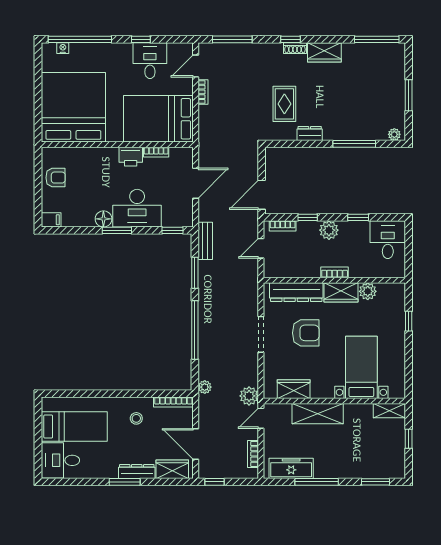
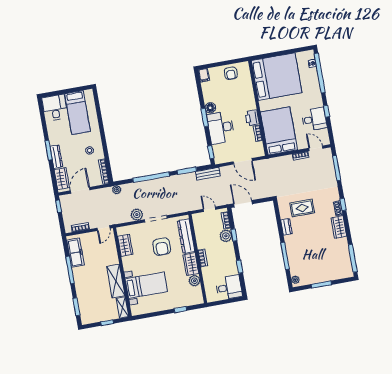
plant: (329, 230) -> (226, 236), moved
plant: (249, 396) -> (137, 215), moved
shelving: (318, 414) -> (116, 281), moved
door: (261, 418) -> (103, 228), swing flipped

